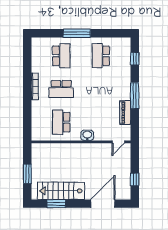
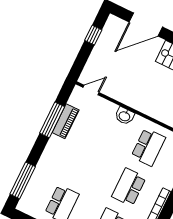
window: (135, 59) -> (23, 180), width x2.17
school desk: (61, 89) -> (129, 187), turned -90
window: (135, 96) -> (52, 120), moved

